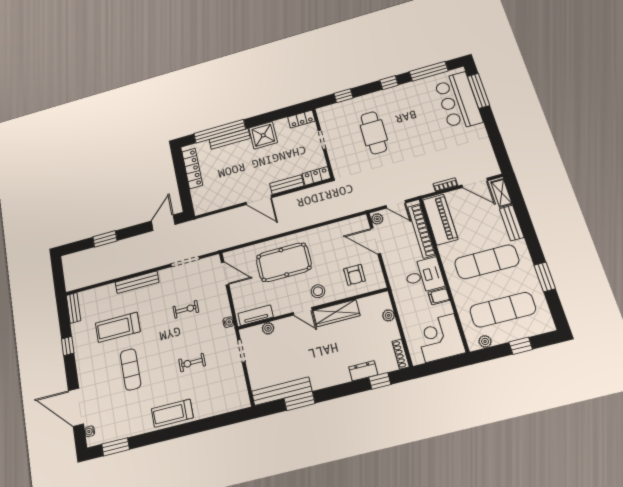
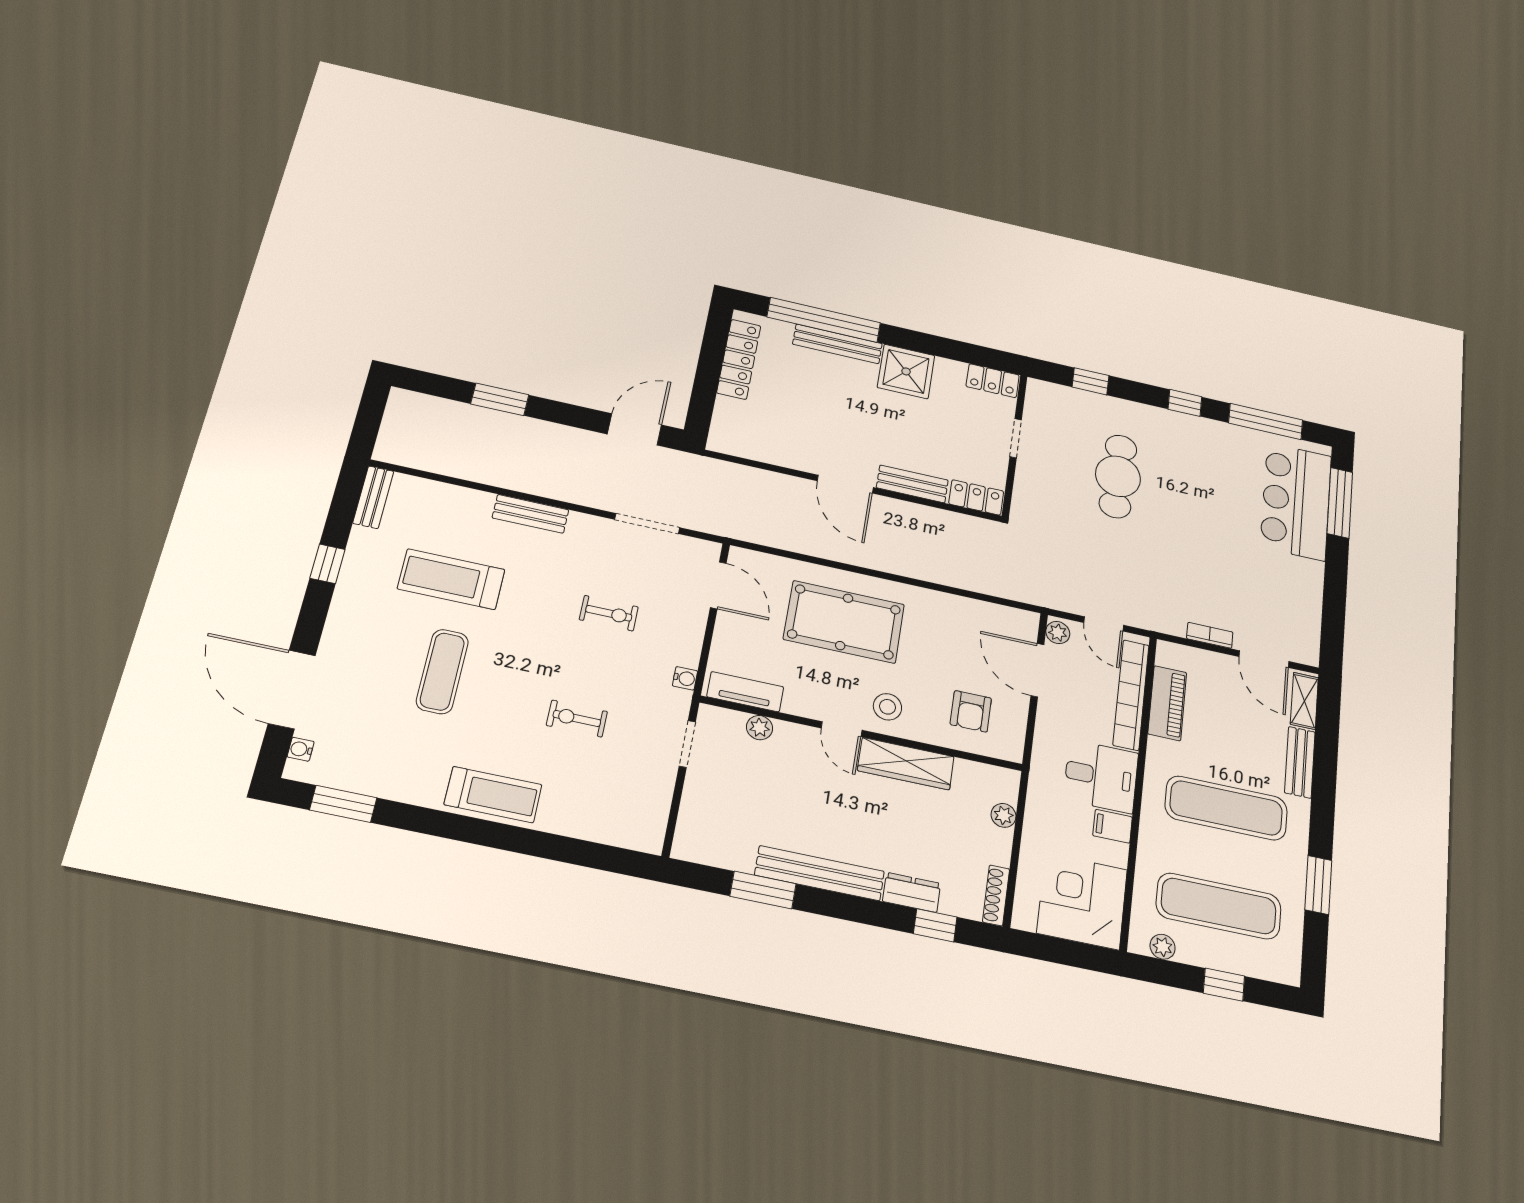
piano: (440, 219) -> (1167, 703), width x0.73, depth x0.75
bench: (137, 282) -> (530, 514), width x0.73
bench: (282, 391) -> (820, 873), moved
treadmill: (172, 413) -> (493, 795), turned 180

